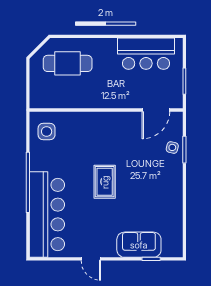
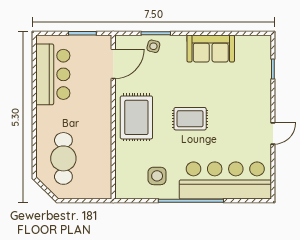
door: (156, 110) -> (113, 64), hinge flipped
side table: (47, 131) -> (157, 176), moved
rug: (106, 132) -> (136, 117), added
sofa: (139, 245) -> (211, 48), moved, turned -90

